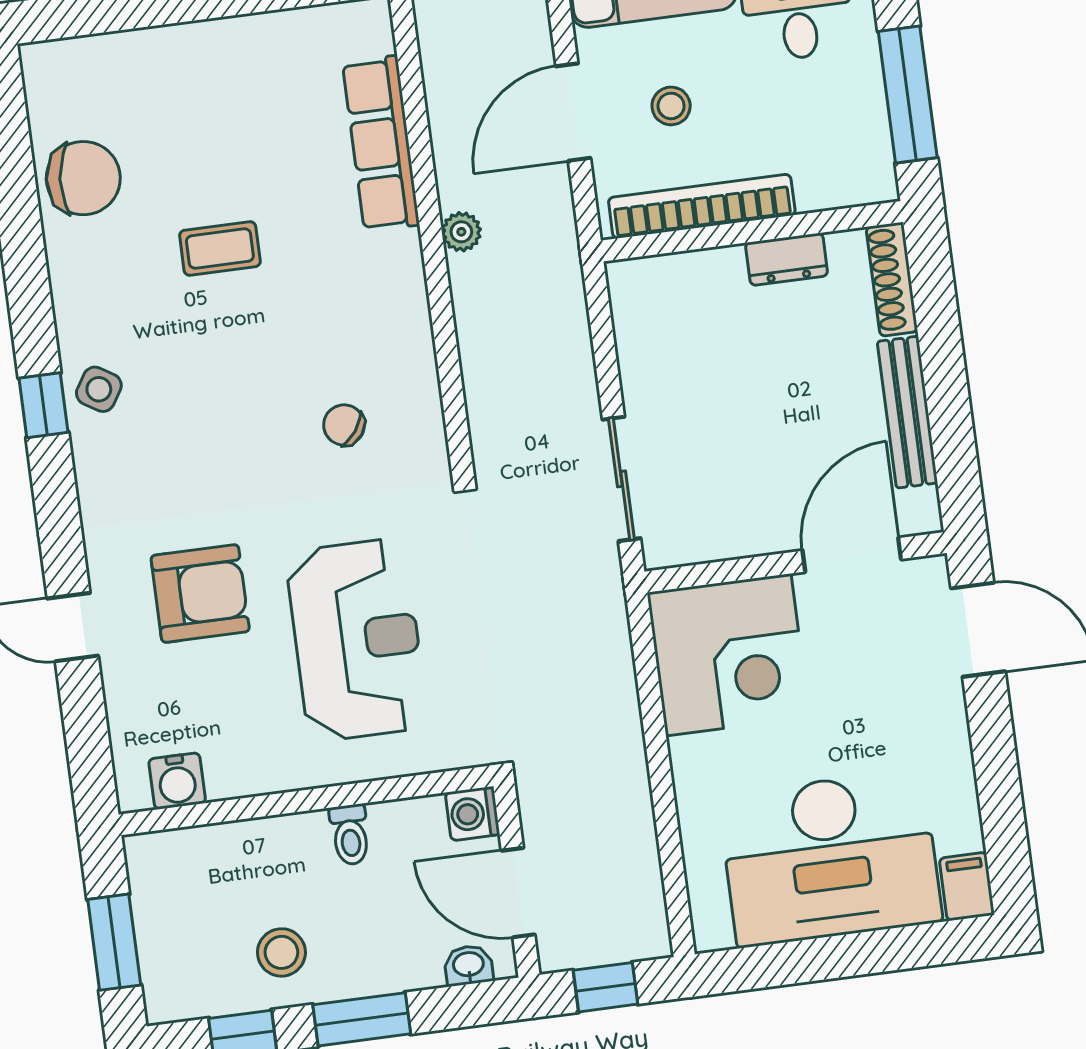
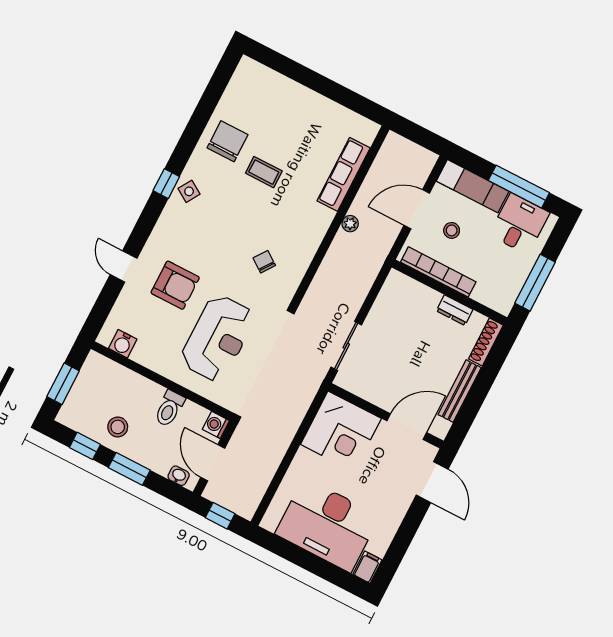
chair: (83, 178) -> (228, 141), moved, turned -95
toilet: (350, 835) -> (169, 409), width x1.37, depth x1.39

